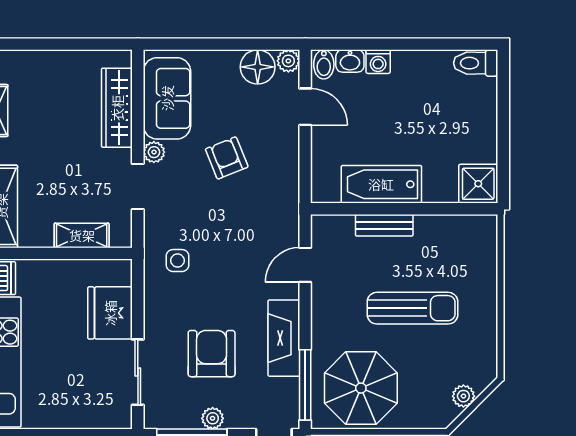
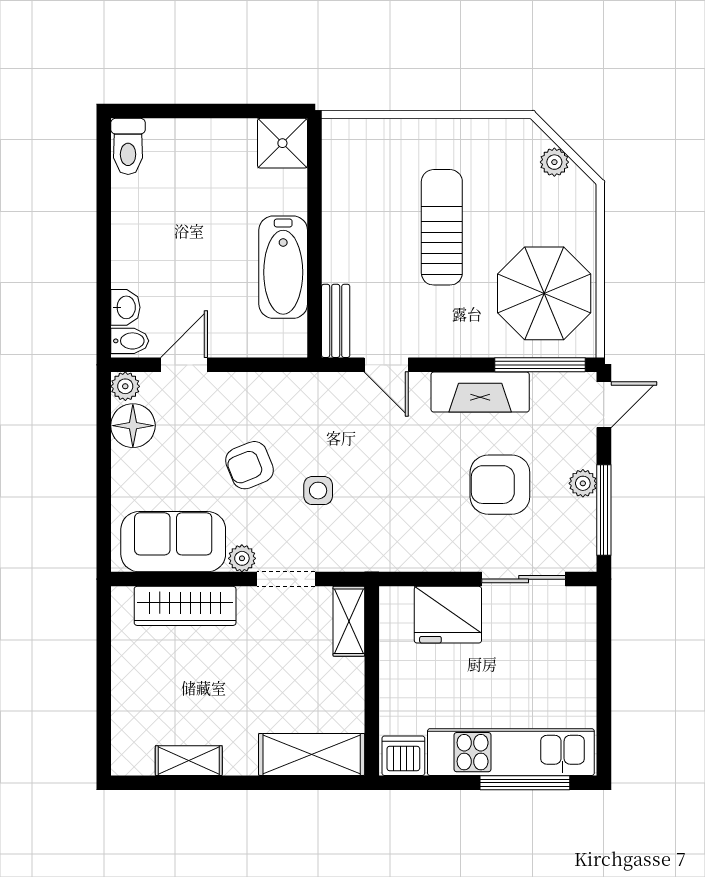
washing machine: (378, 62) -> (126, 271), removed
bench: (384, 225) -> (336, 321), moved
shelving: (82, 235) -> (349, 621), moved
side table: (178, 261) -> (318, 491), moved

